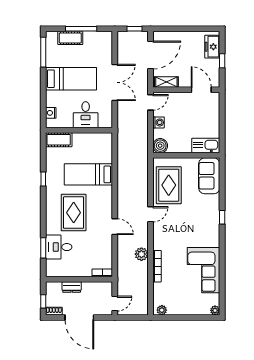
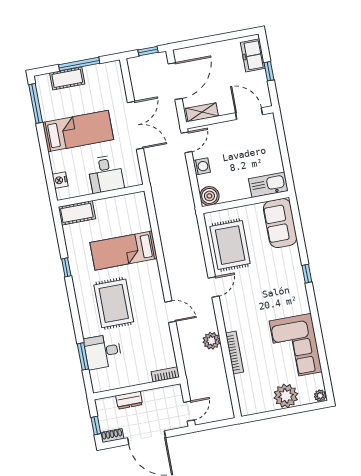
plant: (162, 310) -> (286, 396), moved, width x1.87, depth x1.87

